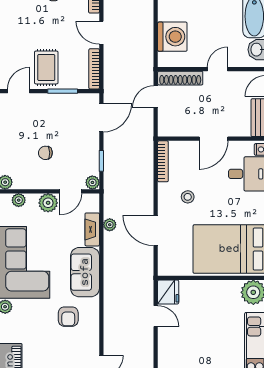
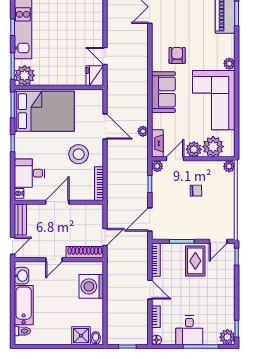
stool: (188, 197) -> (79, 154), width x1.89, depth x1.89
plant: (19, 200) -> (213, 147), width x1.88, depth x1.88
fireplace: (92, 229) -> (157, 143), moved

